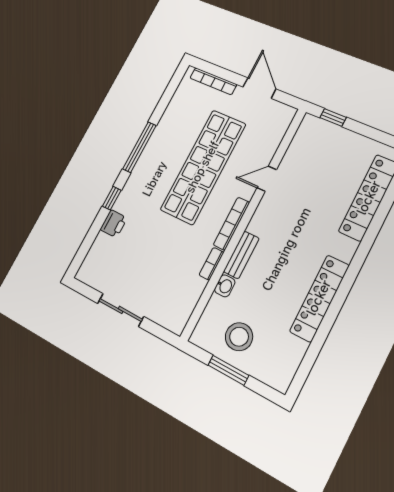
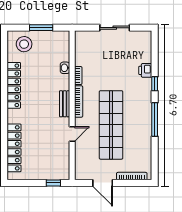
bench: (241, 255) -> (65, 104), moved
stool: (239, 337) -> (24, 44), moved

